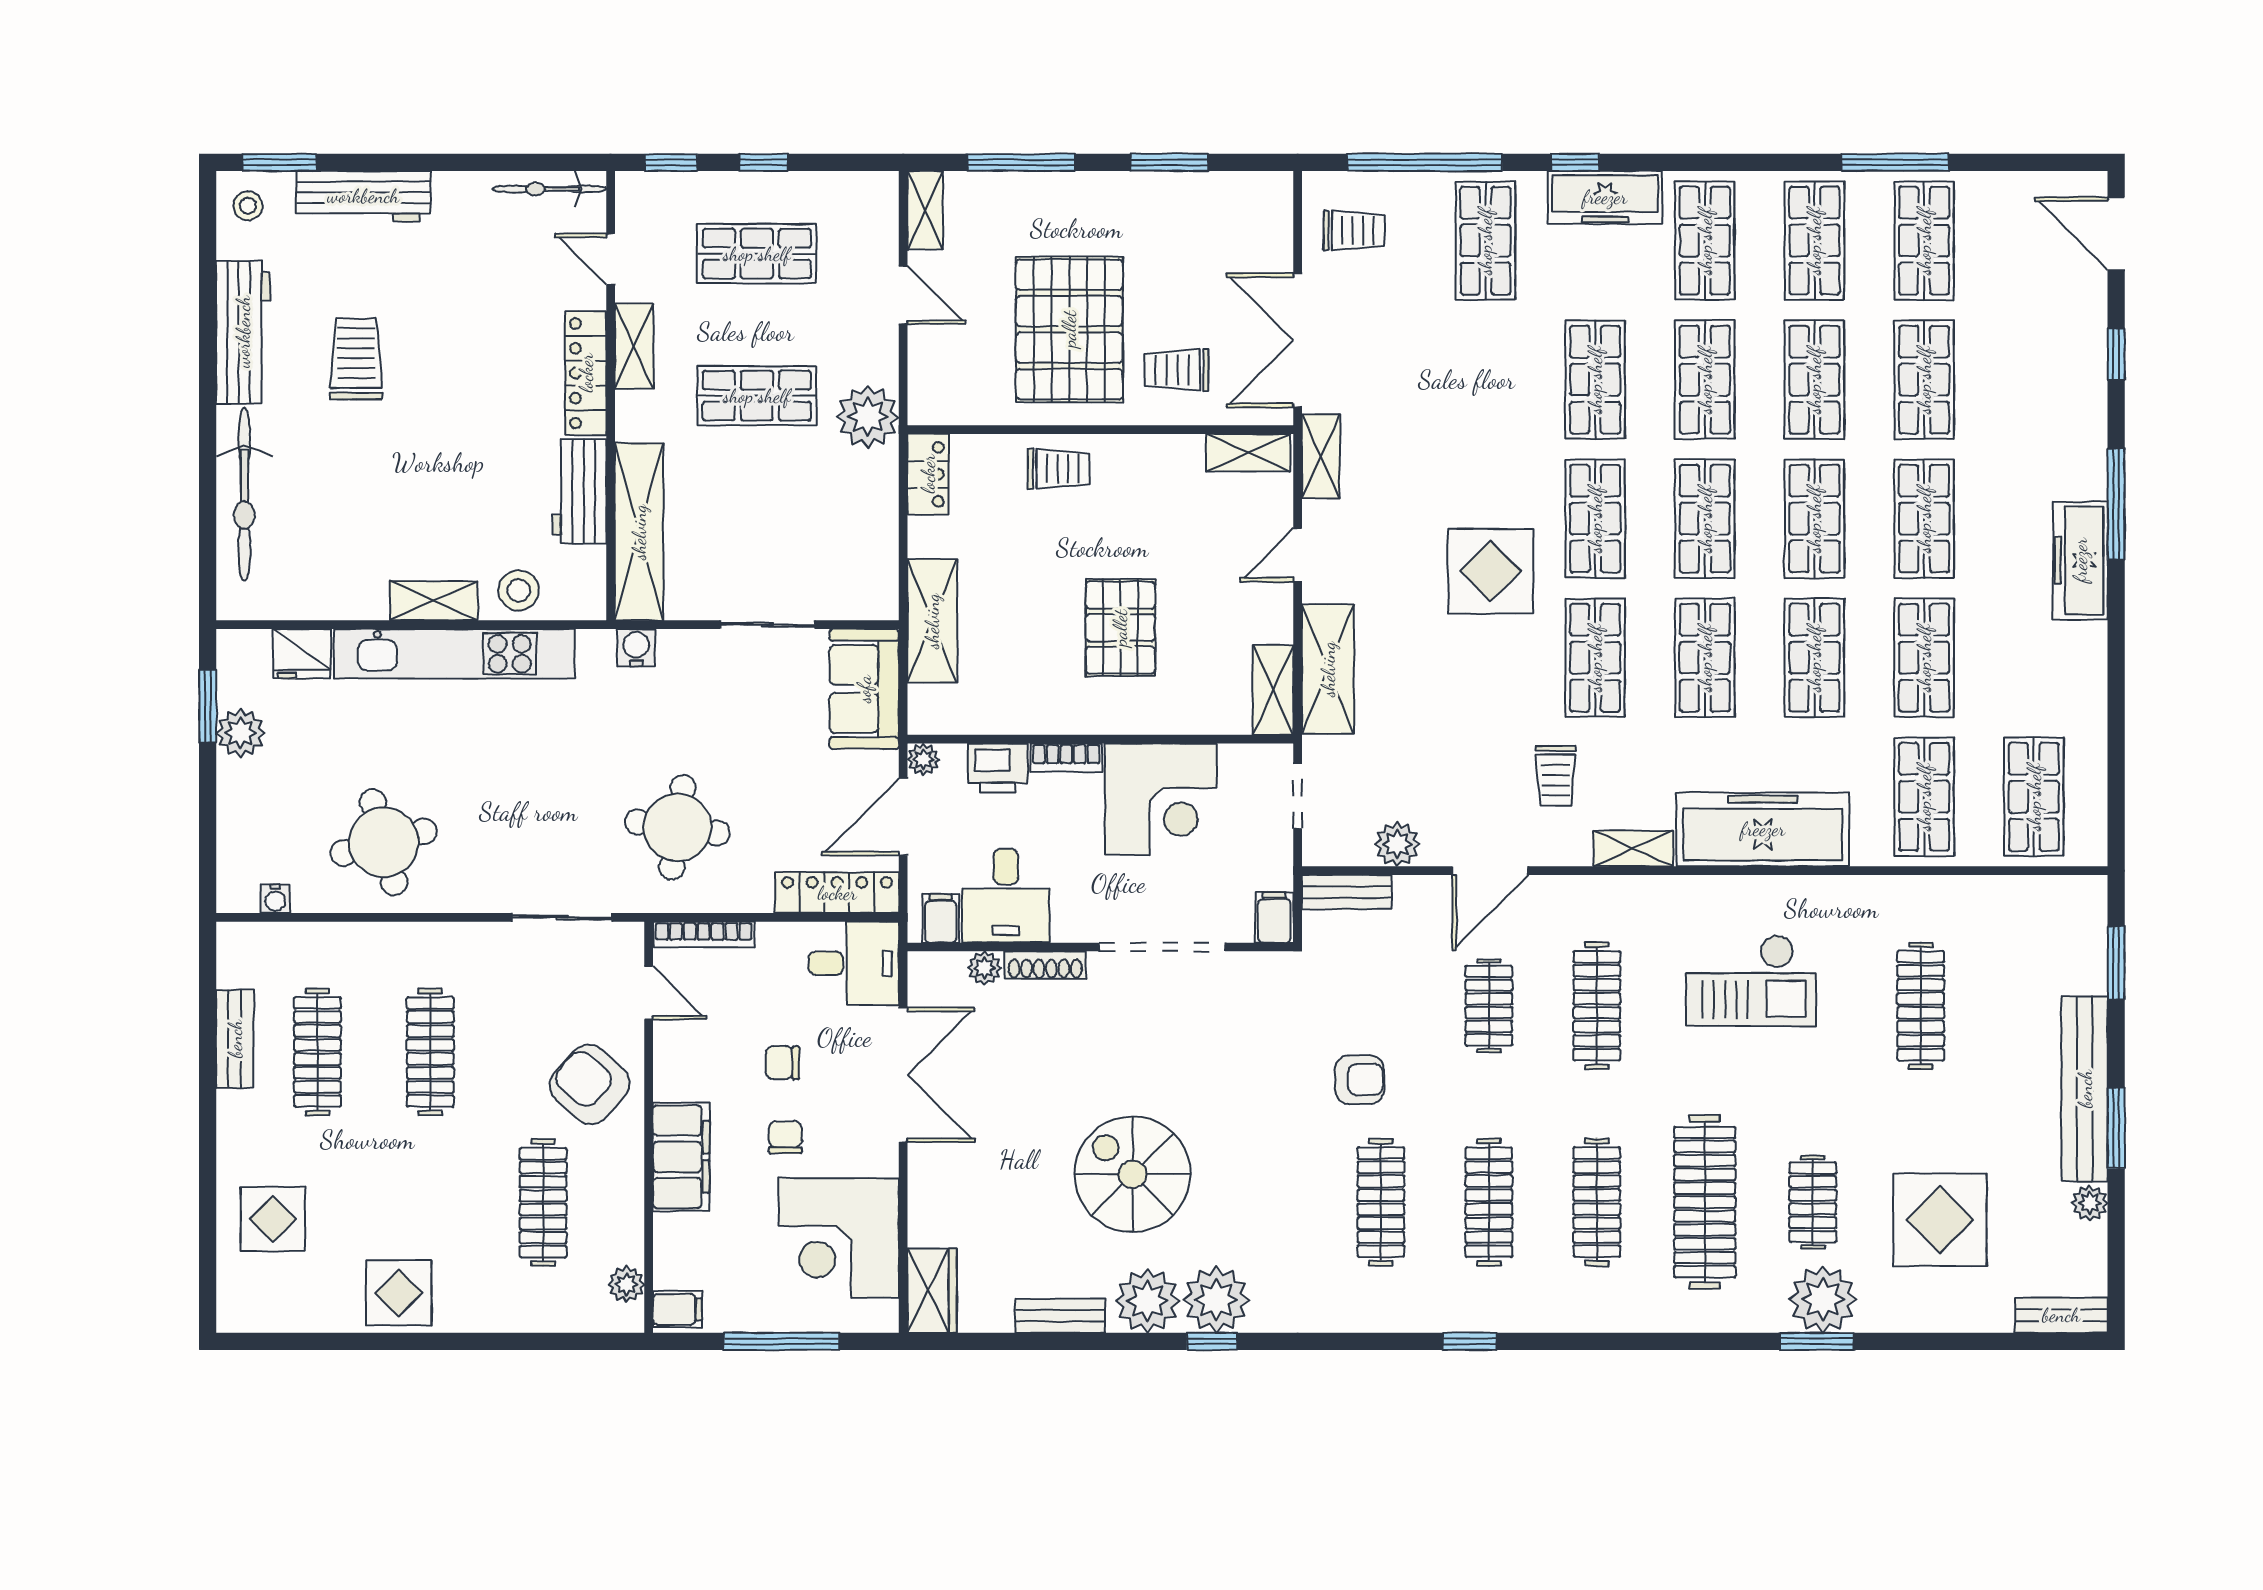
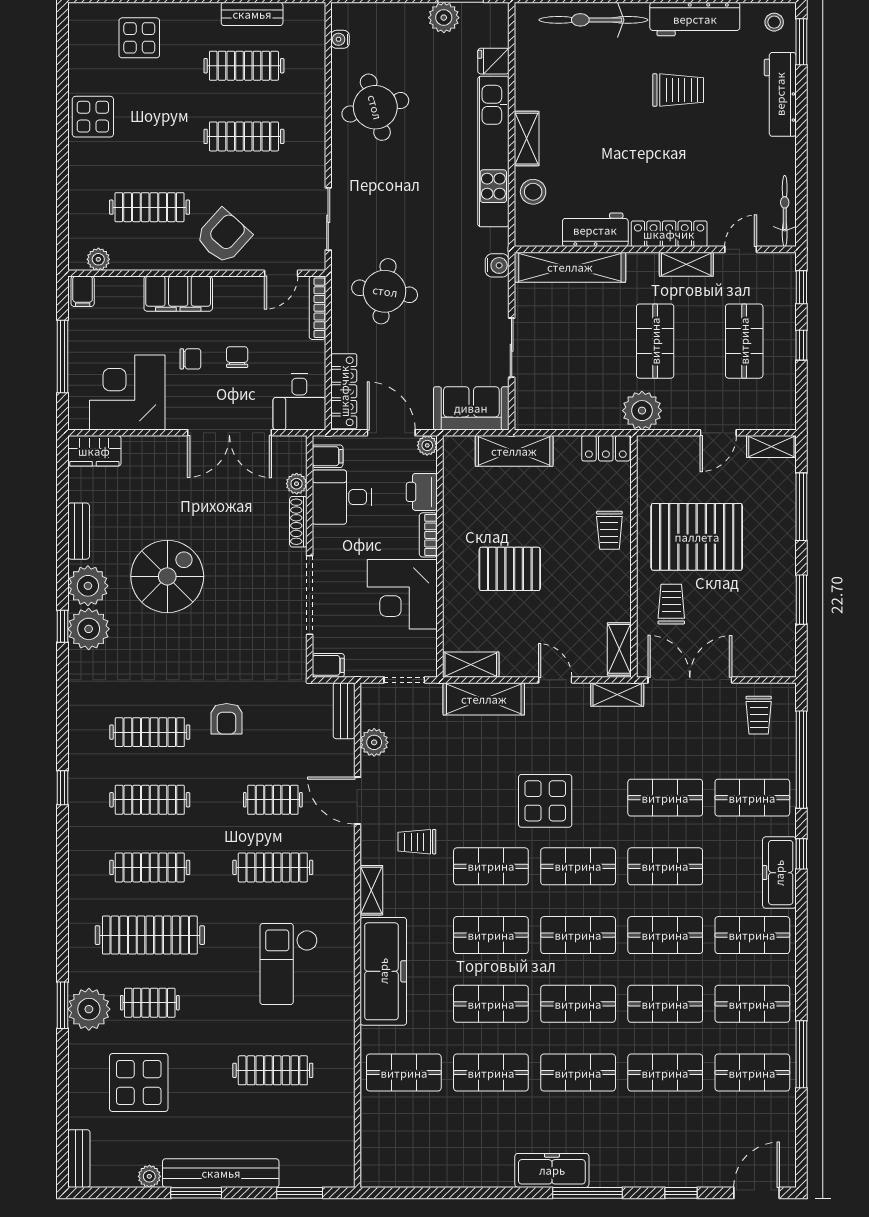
fridge: (302, 654) -> (493, 61), width x0.72
shop shelf: (2034, 797) -> (665, 798), moved

